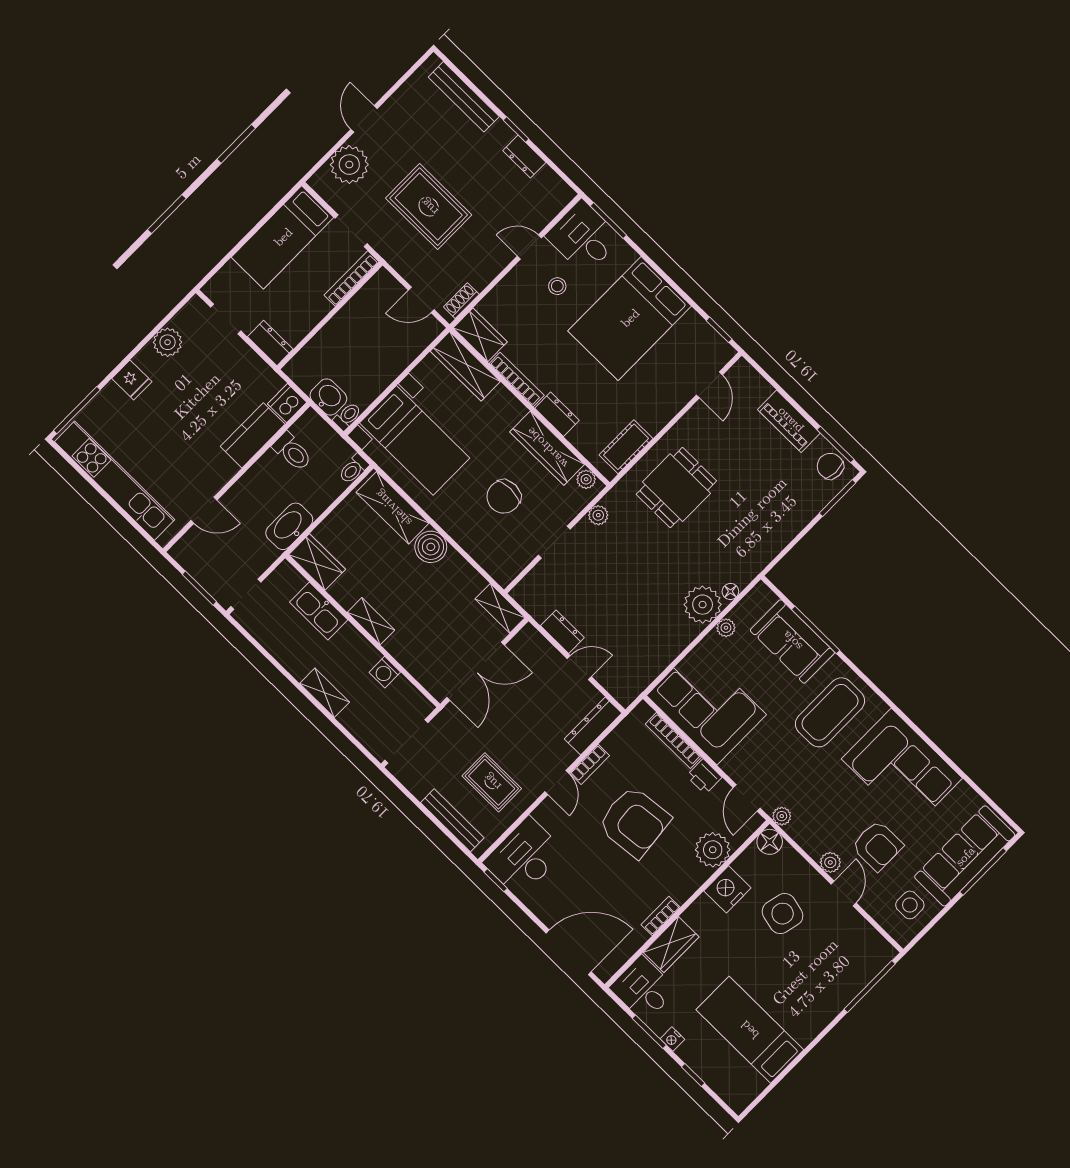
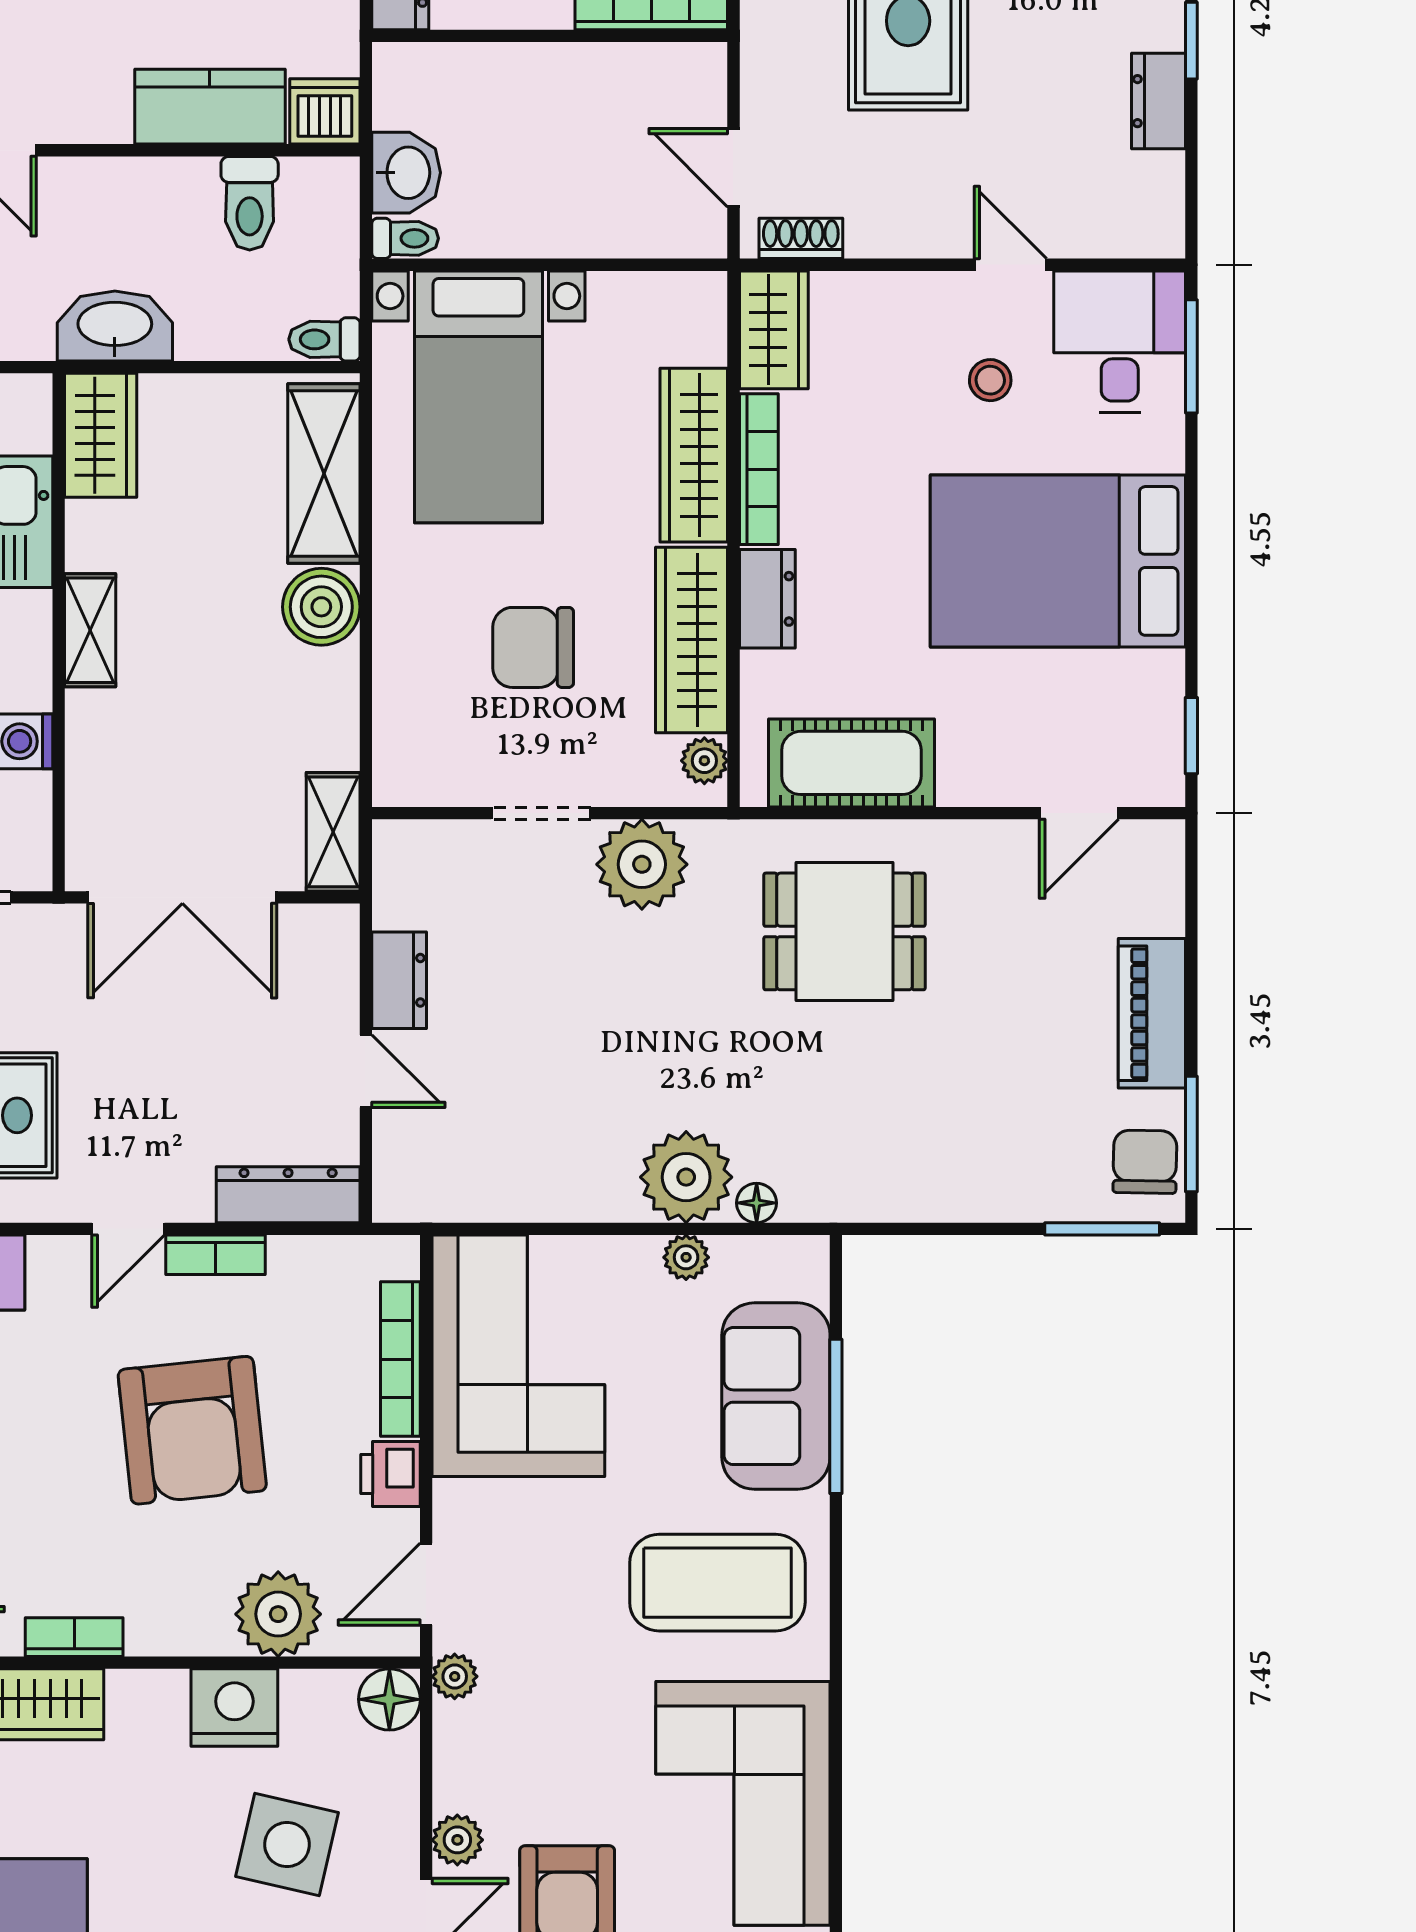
wardrobe: (465, 366) -> (694, 455), moved
cot: (626, 447) -> (851, 763), width x1.37, depth x1.34
plant: (598, 515) -> (642, 864), width x1.88, depth x1.88

